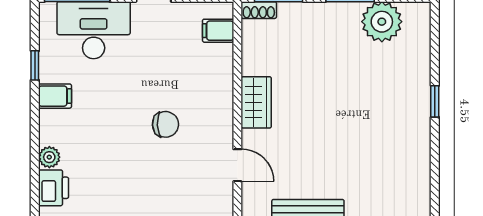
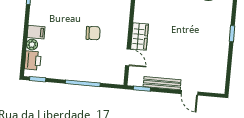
filing cabinet: (55, 96) -> (36, 32), moved
wardrobe: (256, 102) -> (140, 37), moved

